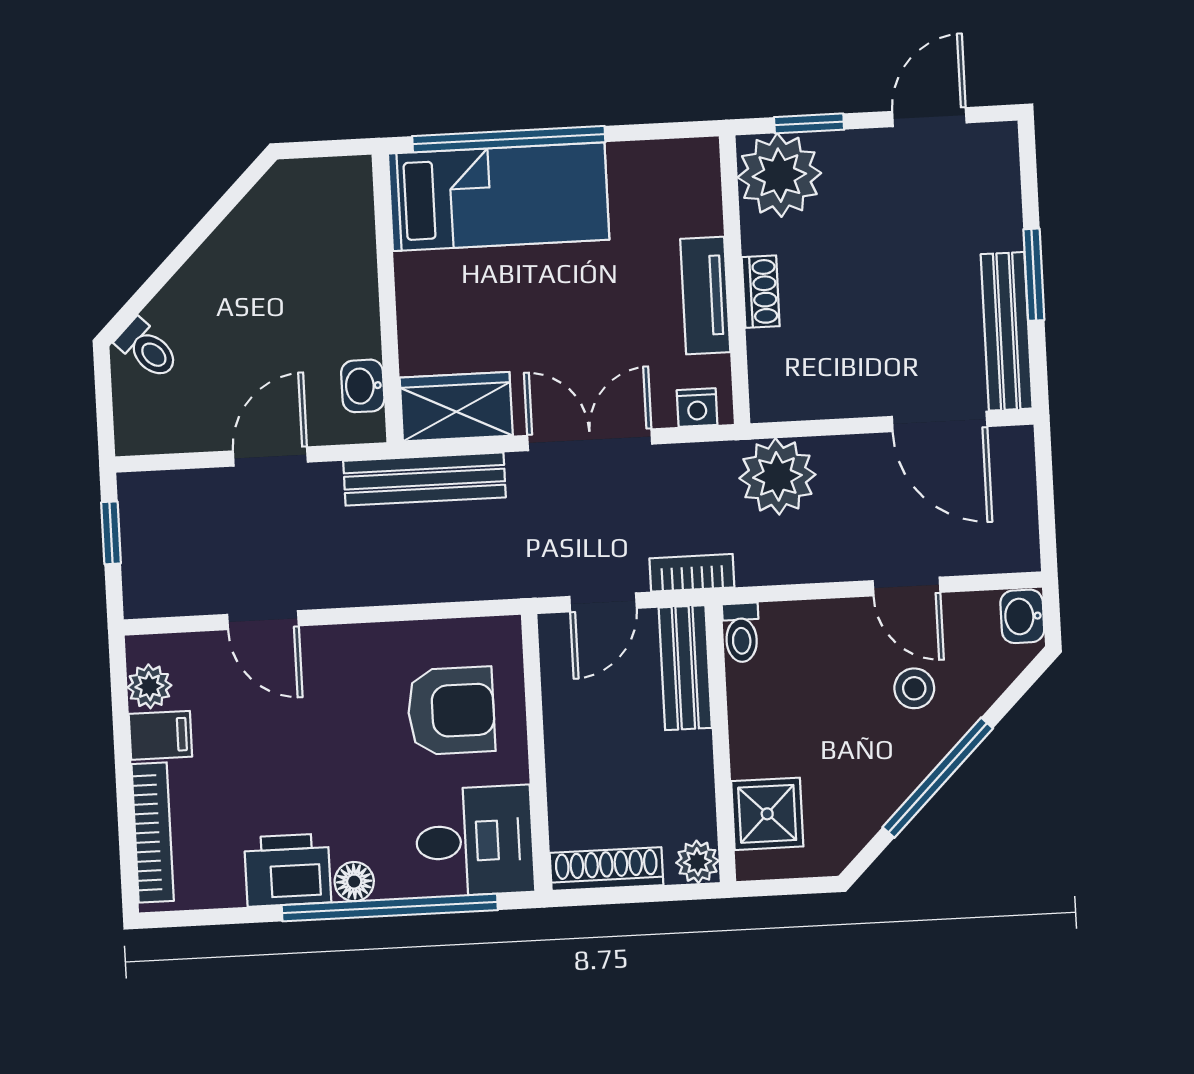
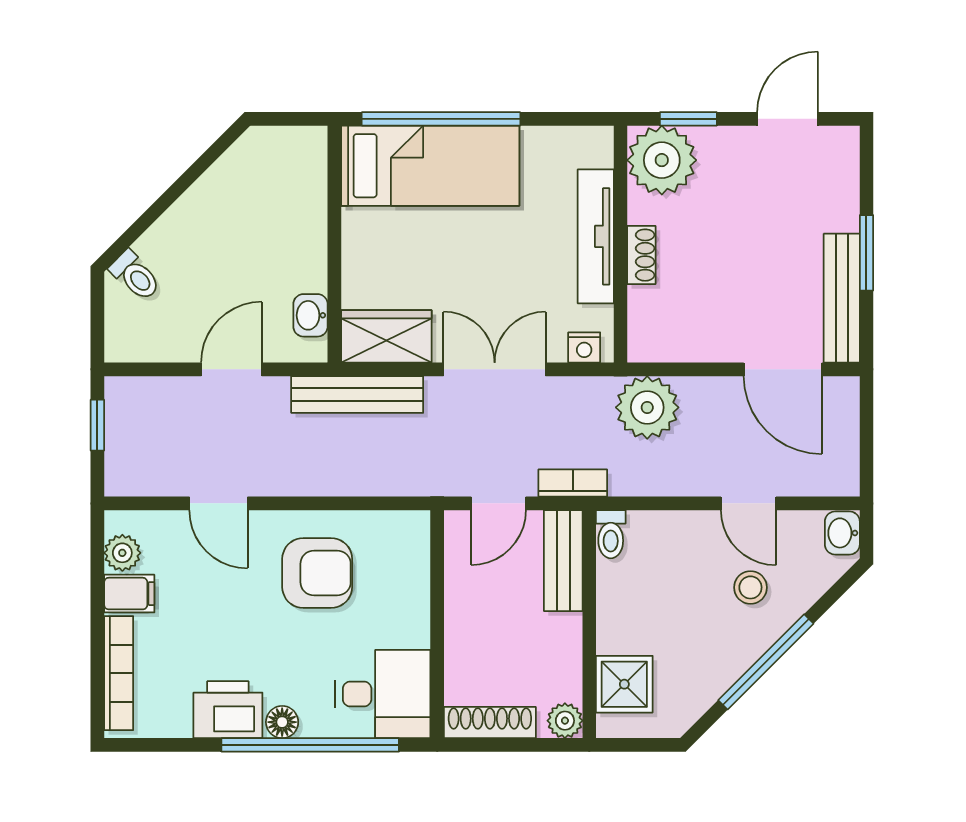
tv unit: (705, 296) -> (596, 236), width x1.41
armchair: (451, 711) -> (317, 573), moved

